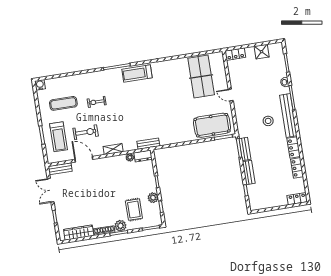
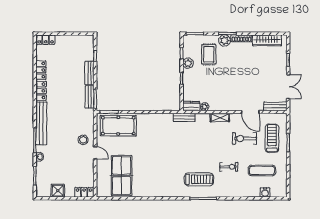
treadmill: (137, 74) -> (199, 179), moved
water cooler: (40, 85) -> (265, 192), moved
stool: (268, 121) -> (83, 140), moved

